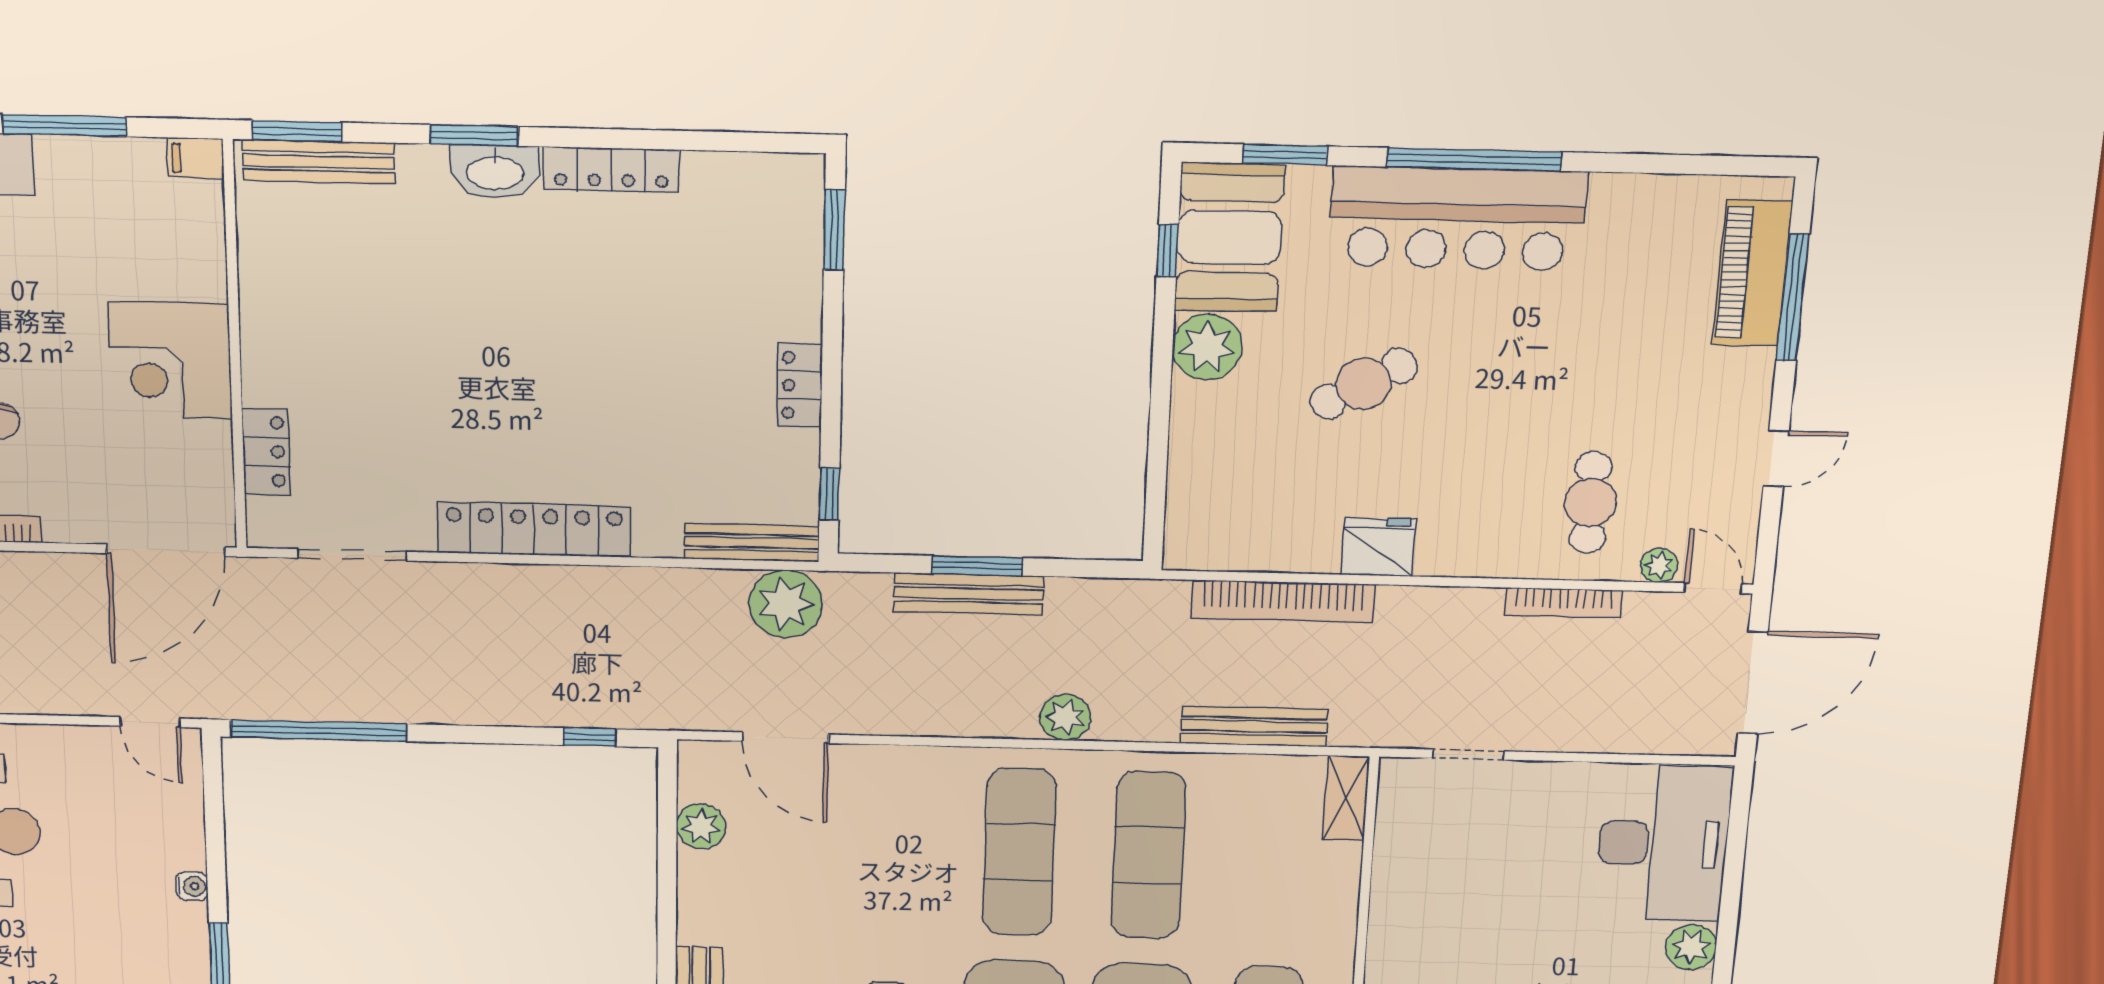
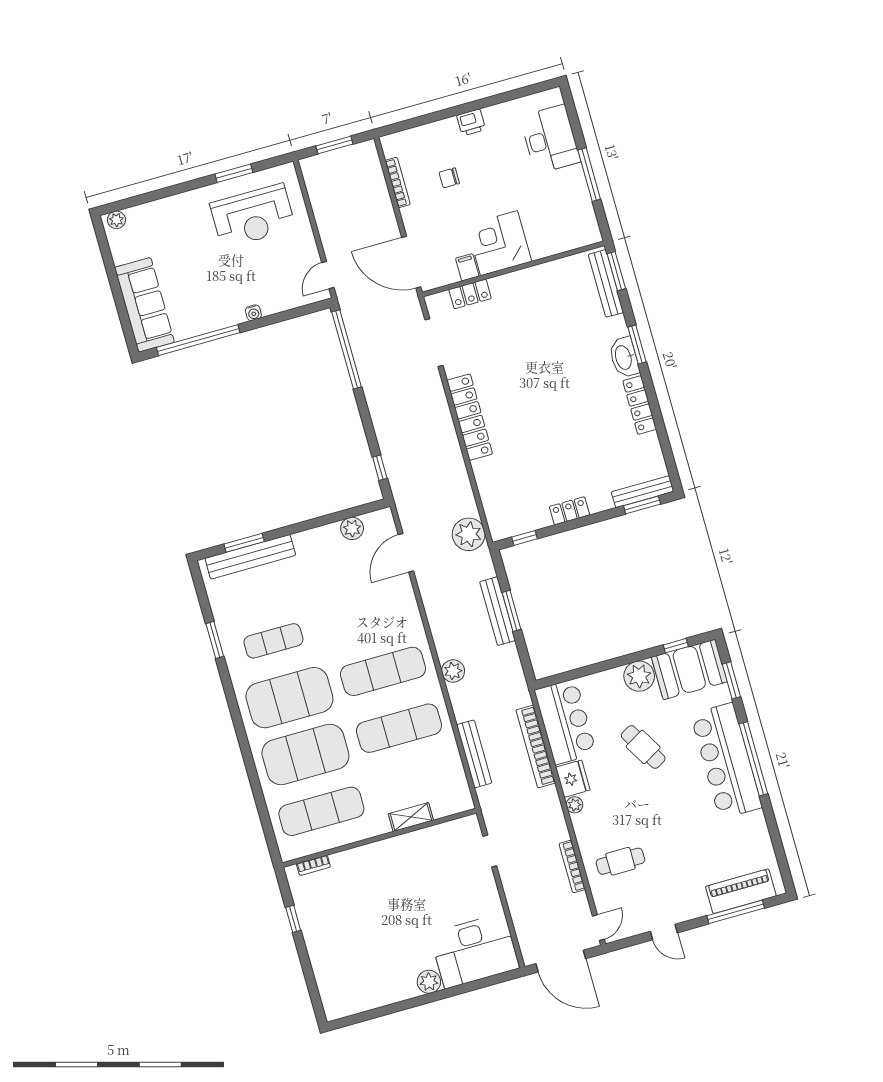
filing cabinet: (196, 158) -> (467, 267), moved
bar counter: (1252, 527) -> (565, 722), added
bench: (752, 543) -> (642, 492), moved, turned 90
plant: (1659, 565) -> (575, 805), moved
shelving: (1346, 798) -> (411, 817), moved

